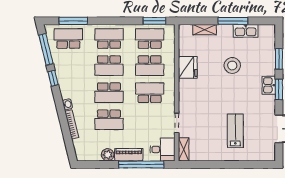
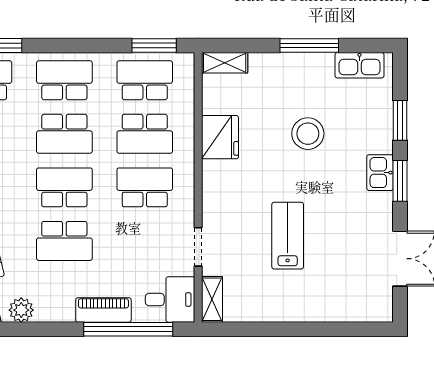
shelving: (205, 30) -> (225, 63), moved
kitchen sink: (246, 31) -> (360, 65), moved
school desk: (109, 93) -> (64, 187), turned 180
lab bench: (235, 131) -> (288, 236), moved
plant: (108, 155) -> (21, 310), moved

